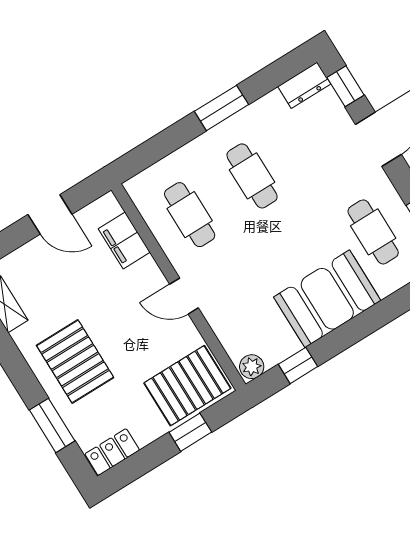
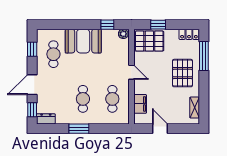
window: (52, 425) -> (204, 56), width x1.44

